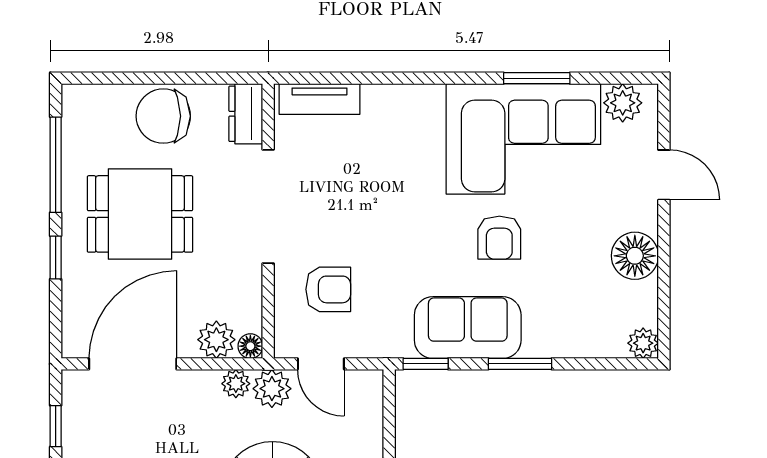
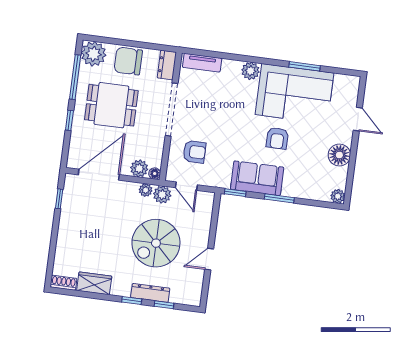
plant: (623, 103) -> (250, 71), moved
plant: (88, 111) -> (94, 54), added

